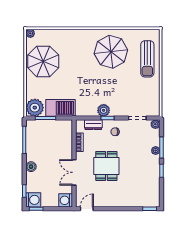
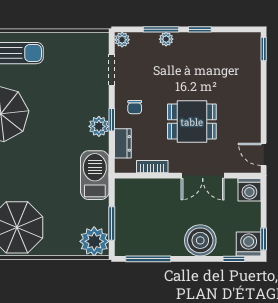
barbecue: (61, 108) -> (95, 175), moved
boiler: (31, 167) -> (200, 240), width x1.86, depth x1.86

